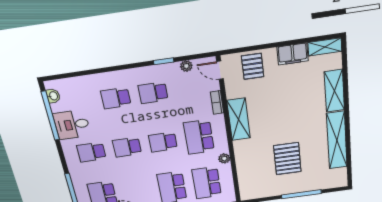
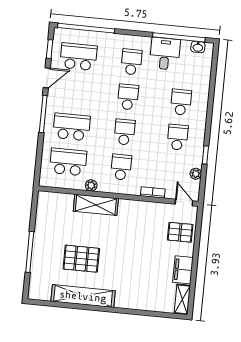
door: (220, 70) -> (184, 203), hinge flipped
shelving: (334, 91) -> (137, 301), removed
shelving: (239, 119) -> (96, 205), moved
school desk: (199, 137) -> (121, 167), width x0.54
pallet: (287, 159) -> (81, 259), moved

